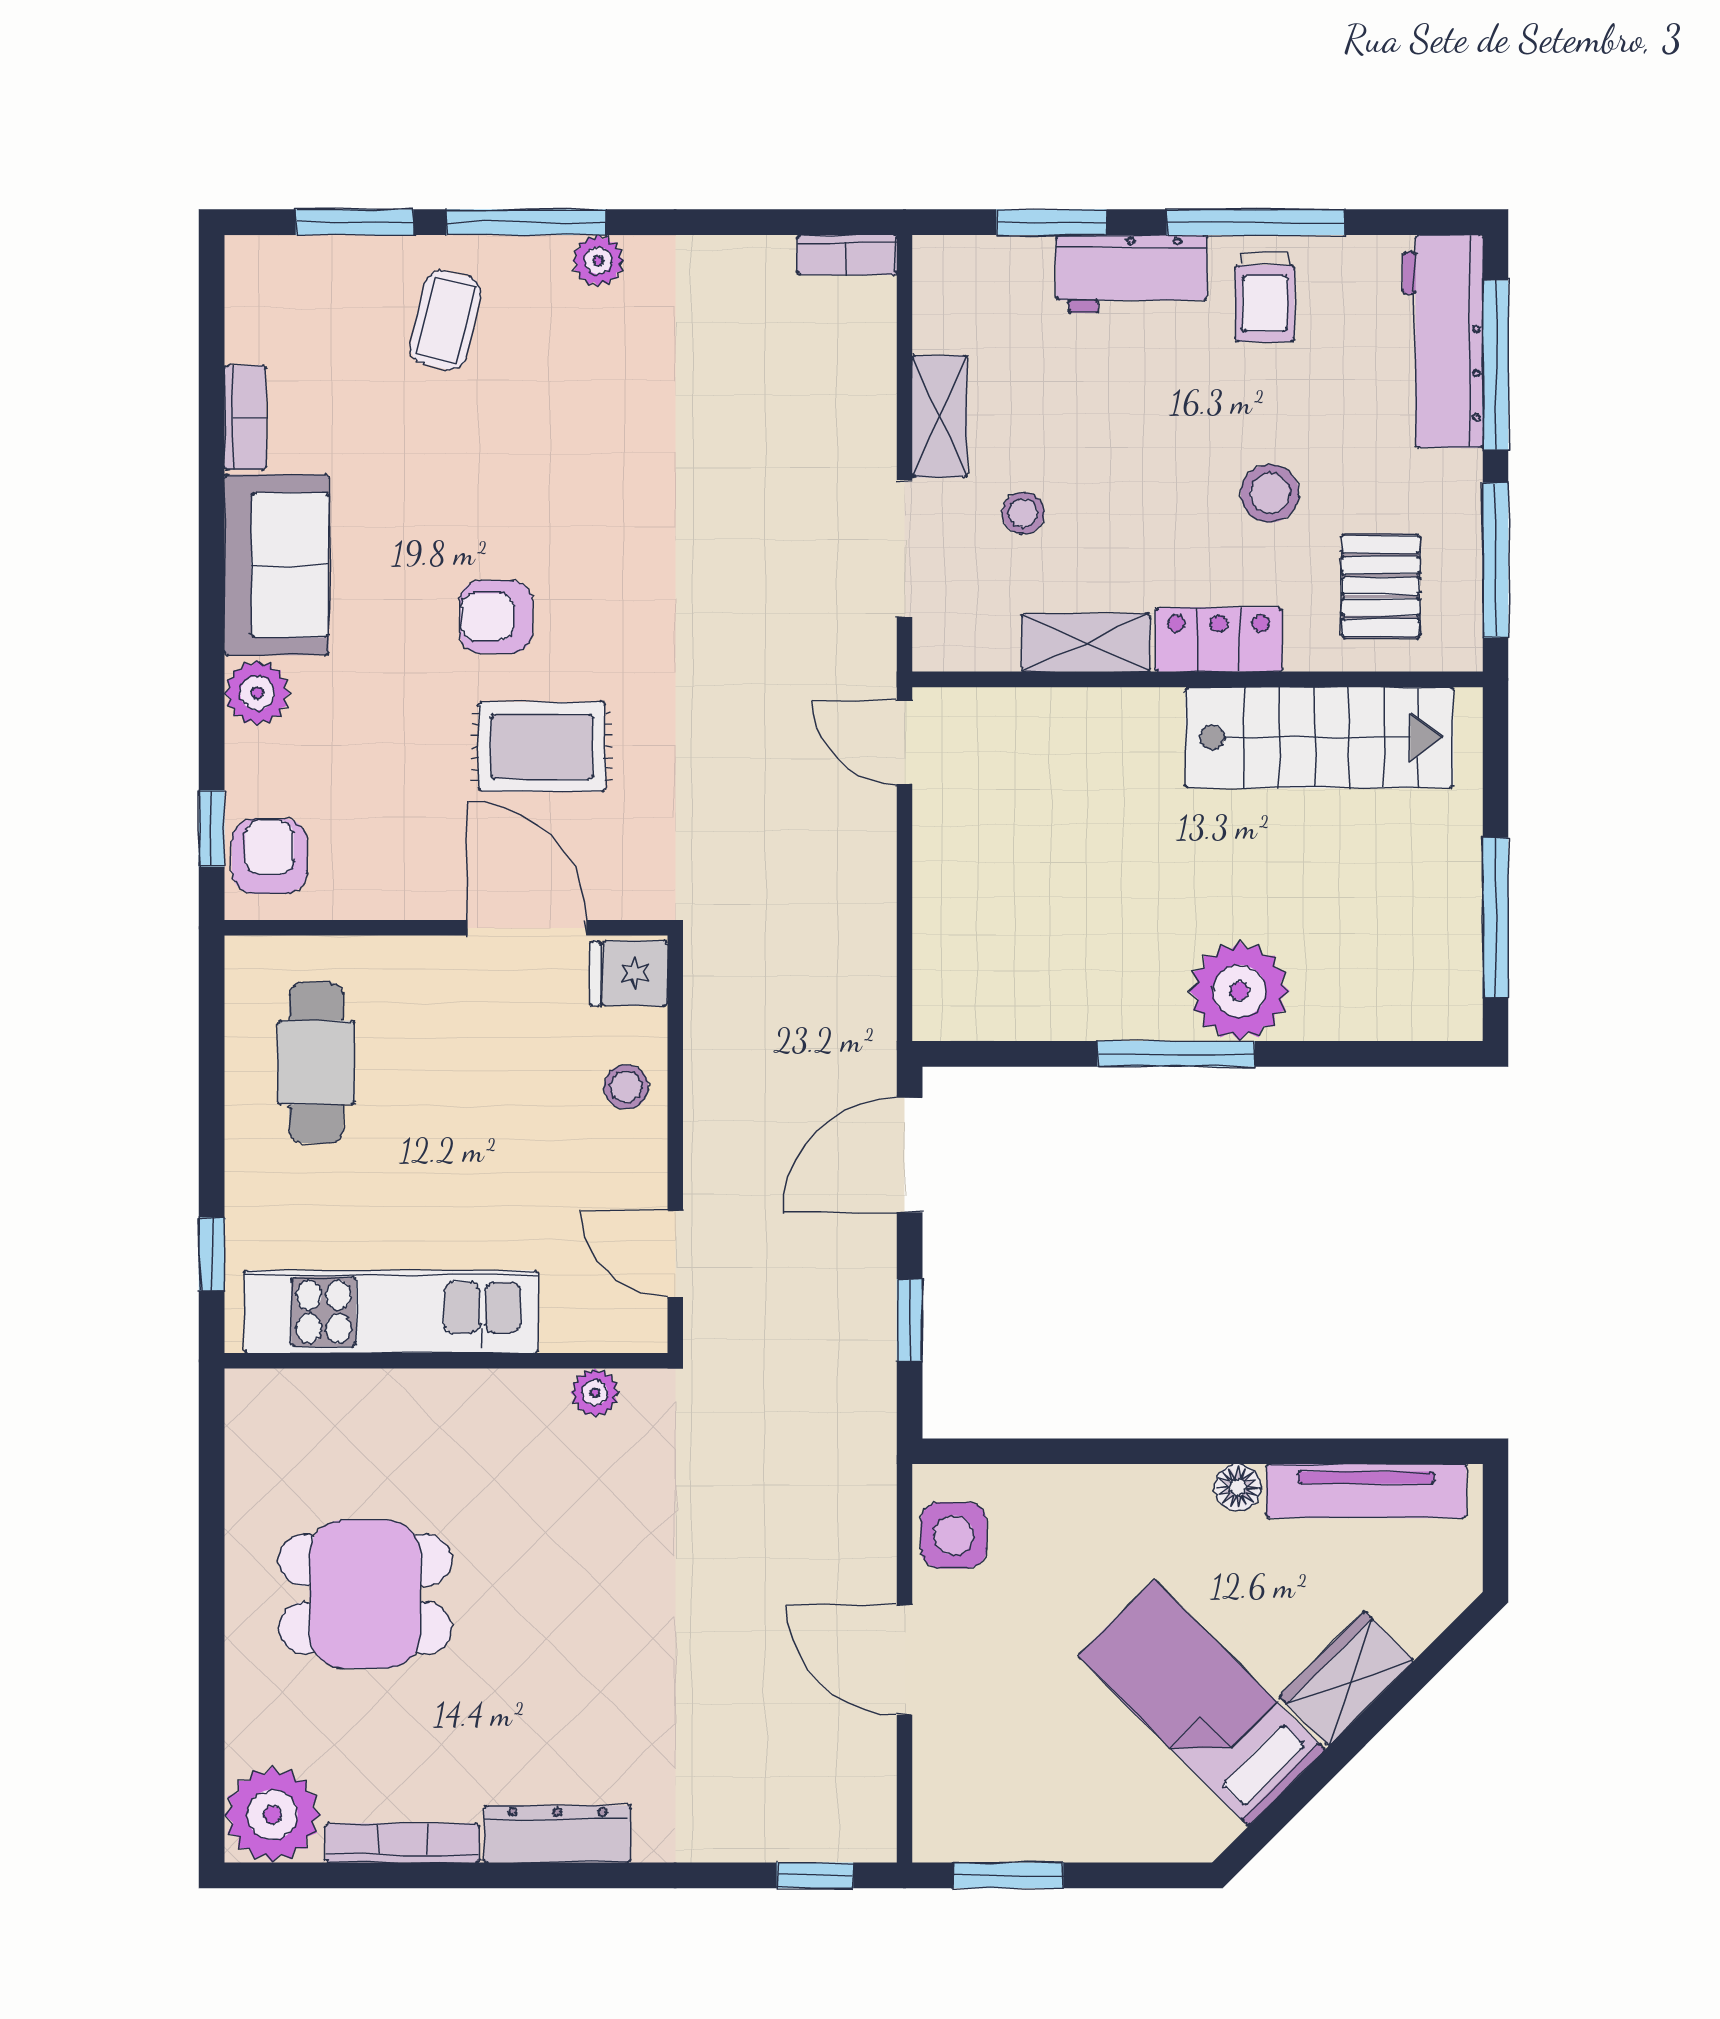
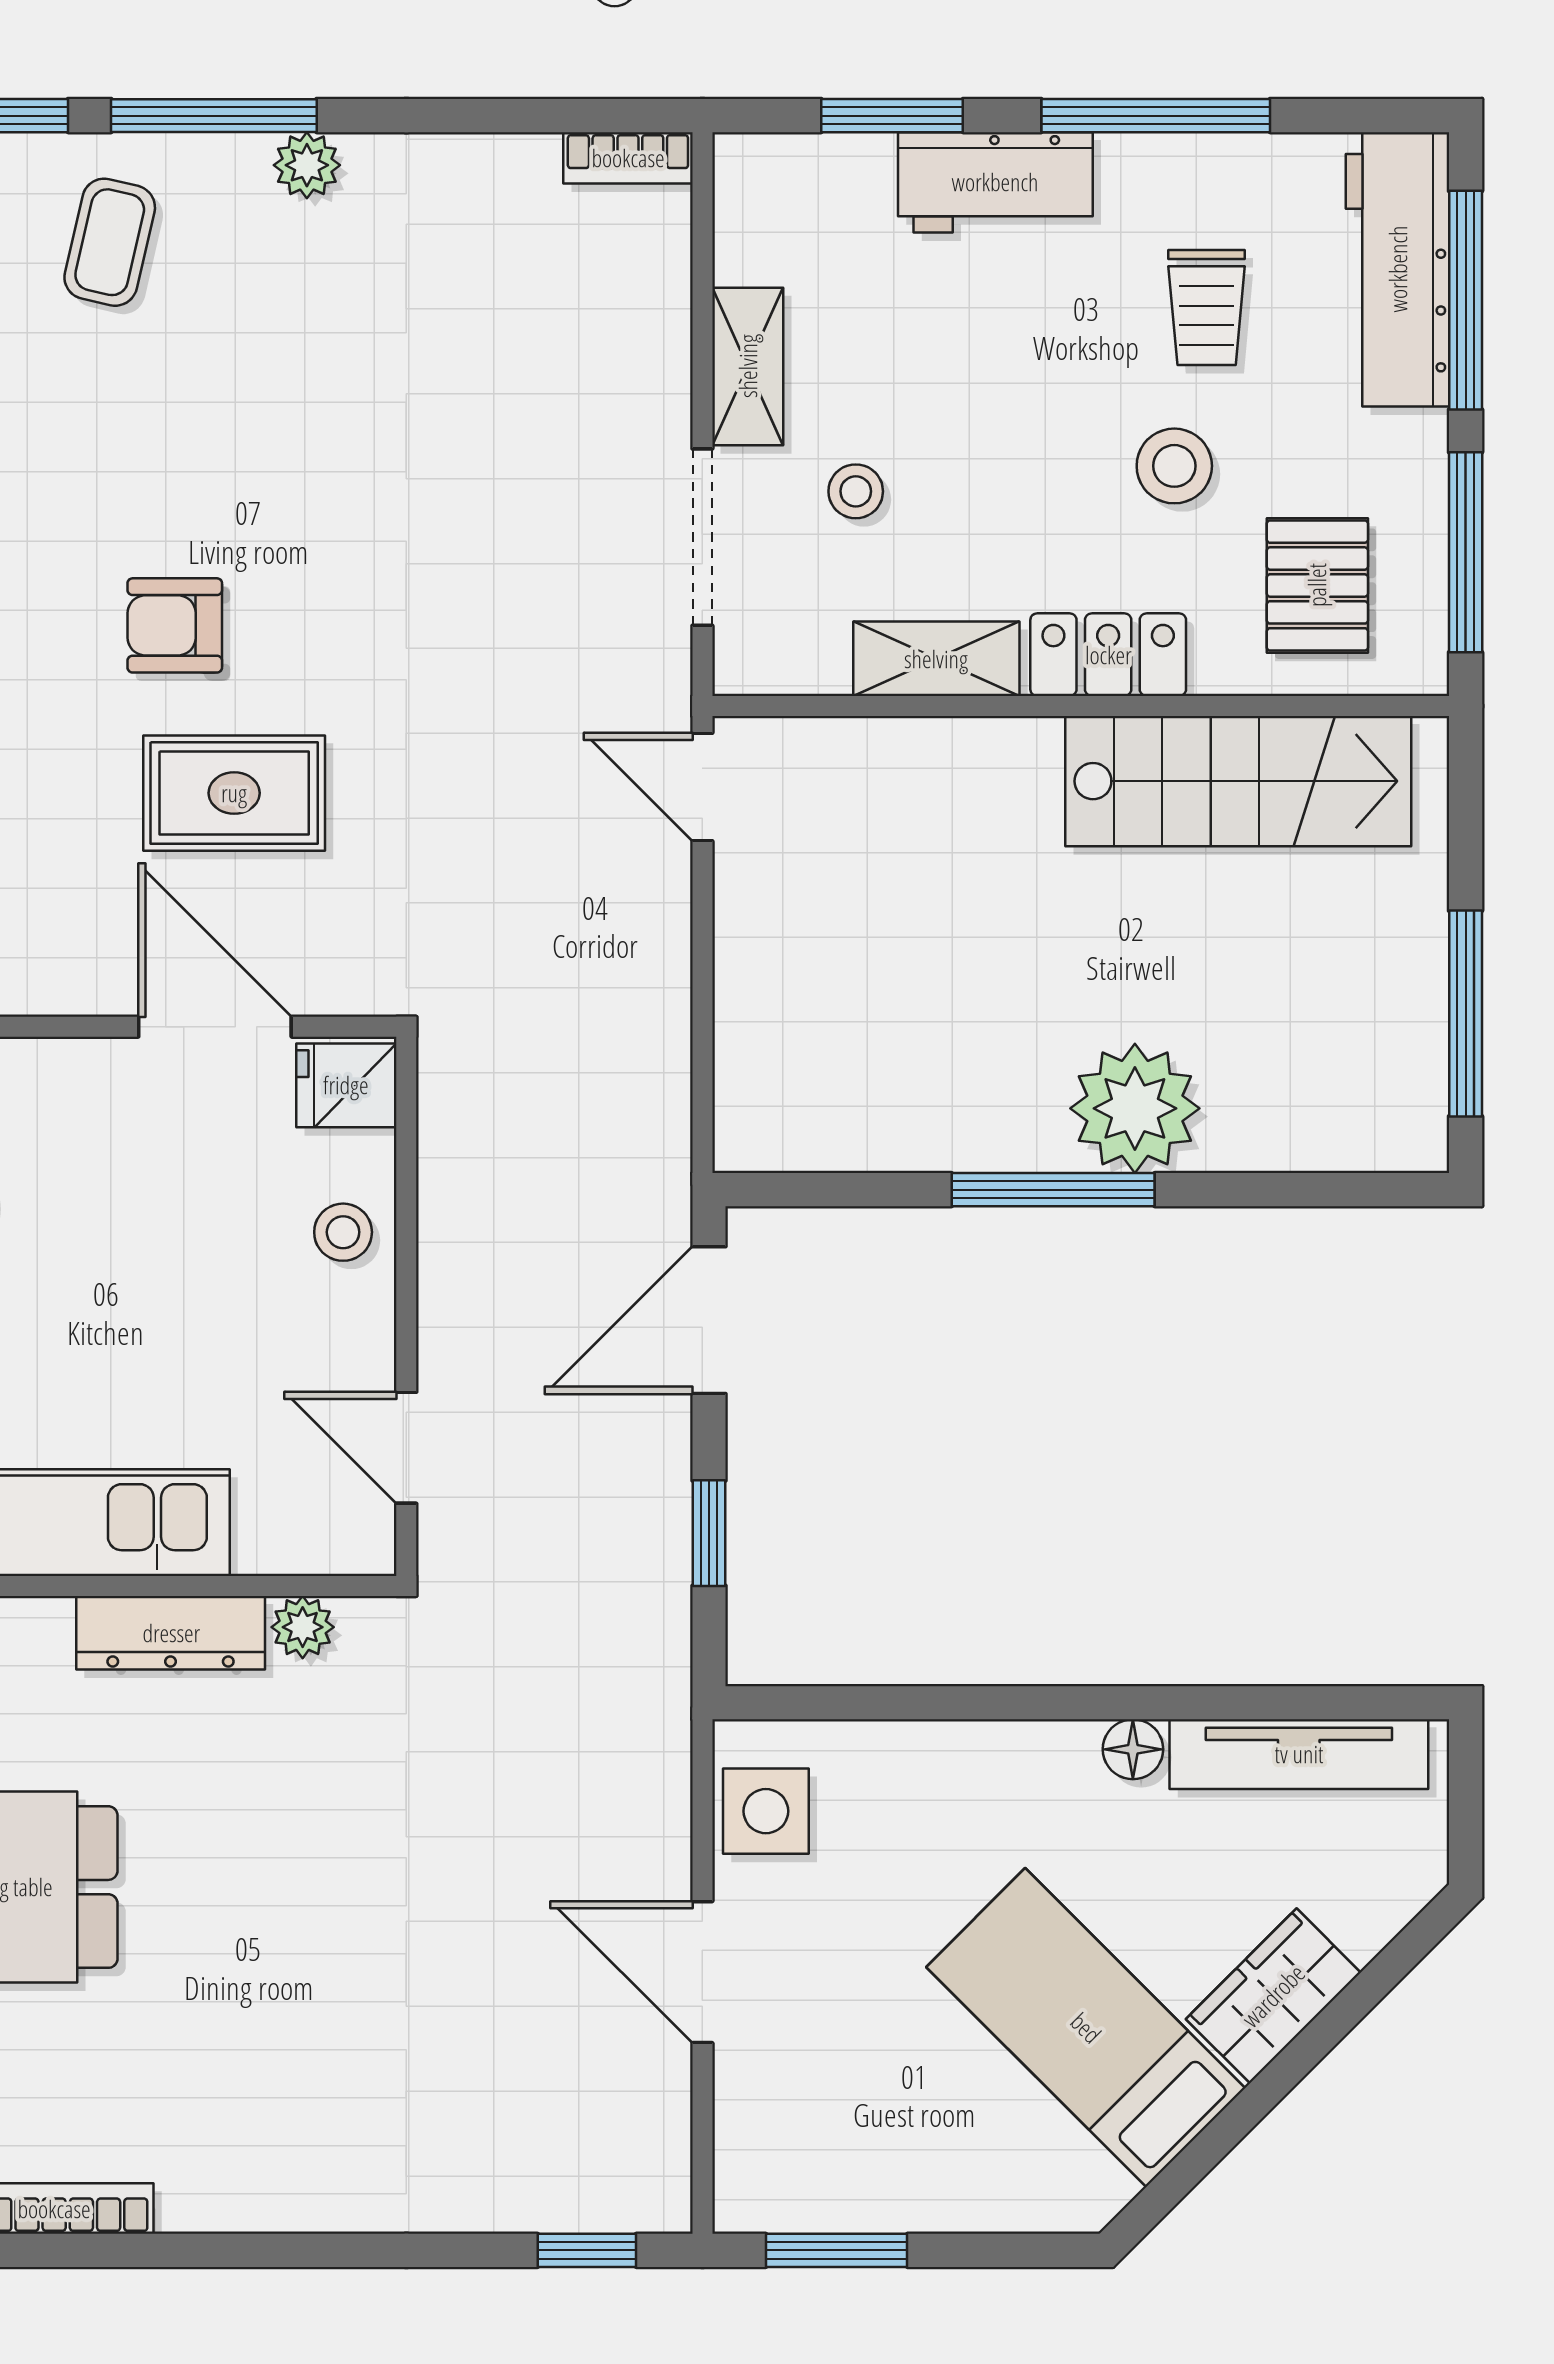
trolley: (1265, 297) -> (1207, 308), moved
dresser: (557, 1834) -> (171, 1633), moved, turned 180

